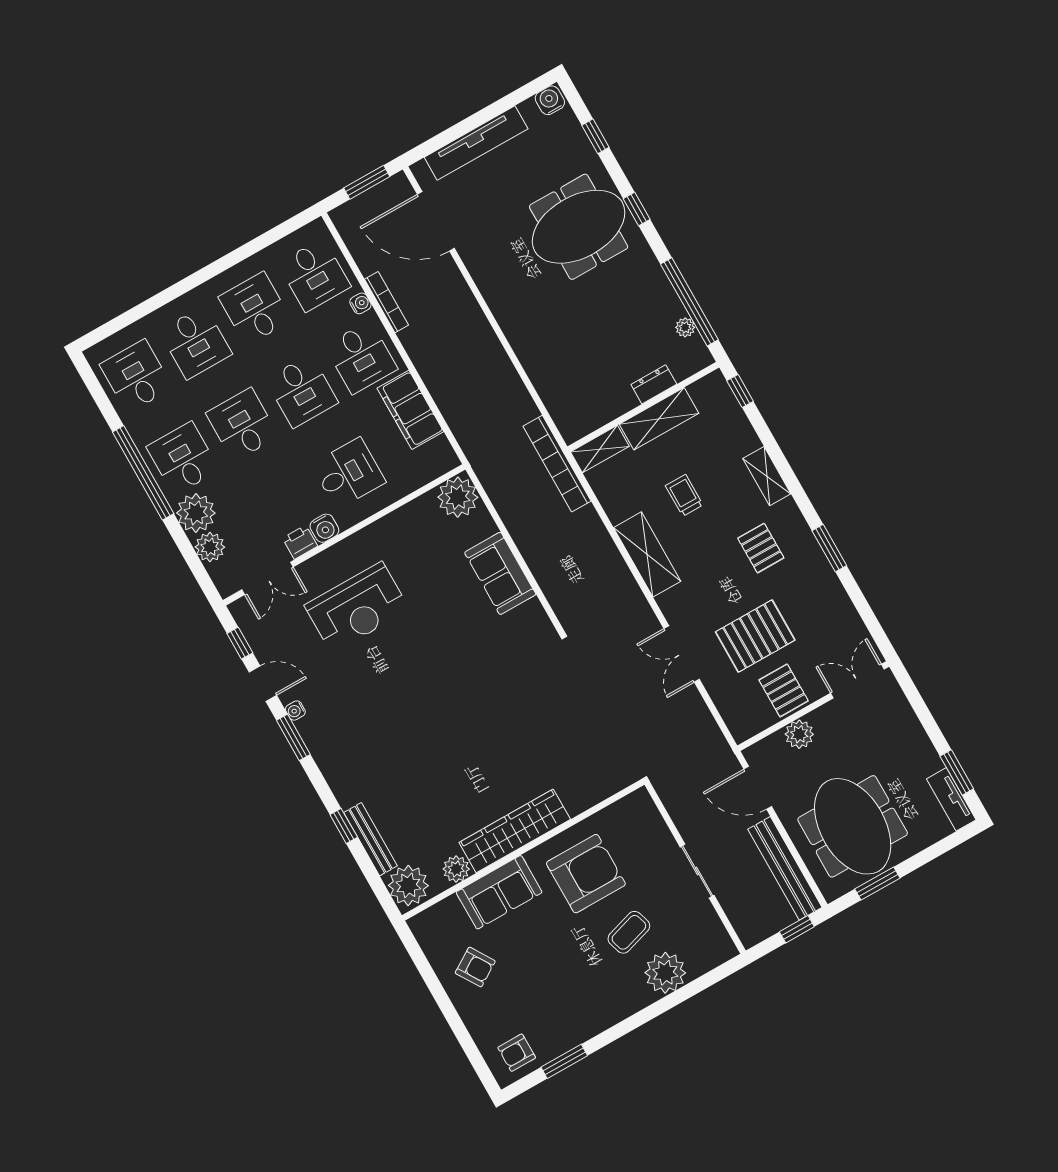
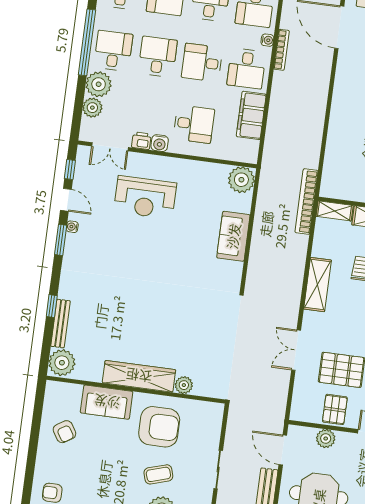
desk: (302, 391) -> (202, 63), turned 90
plant: (456, 869) -> (184, 385), moved

